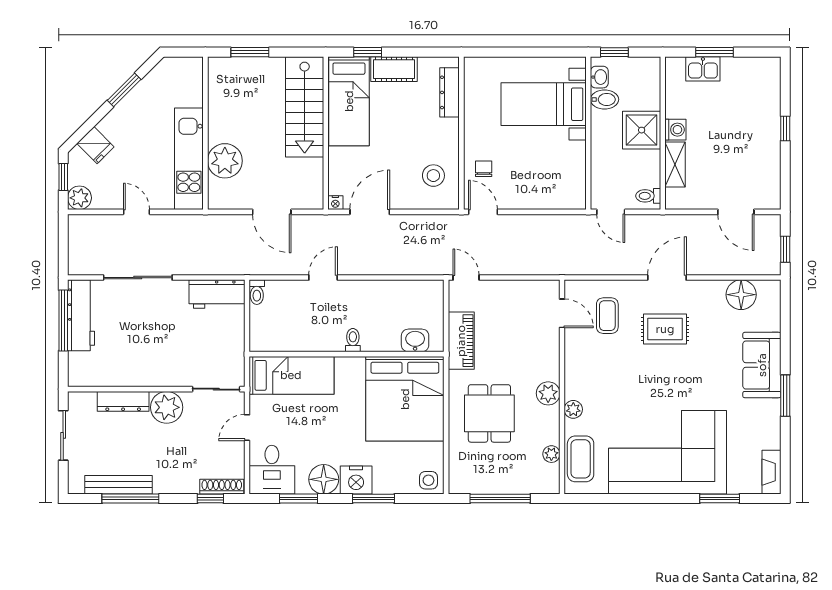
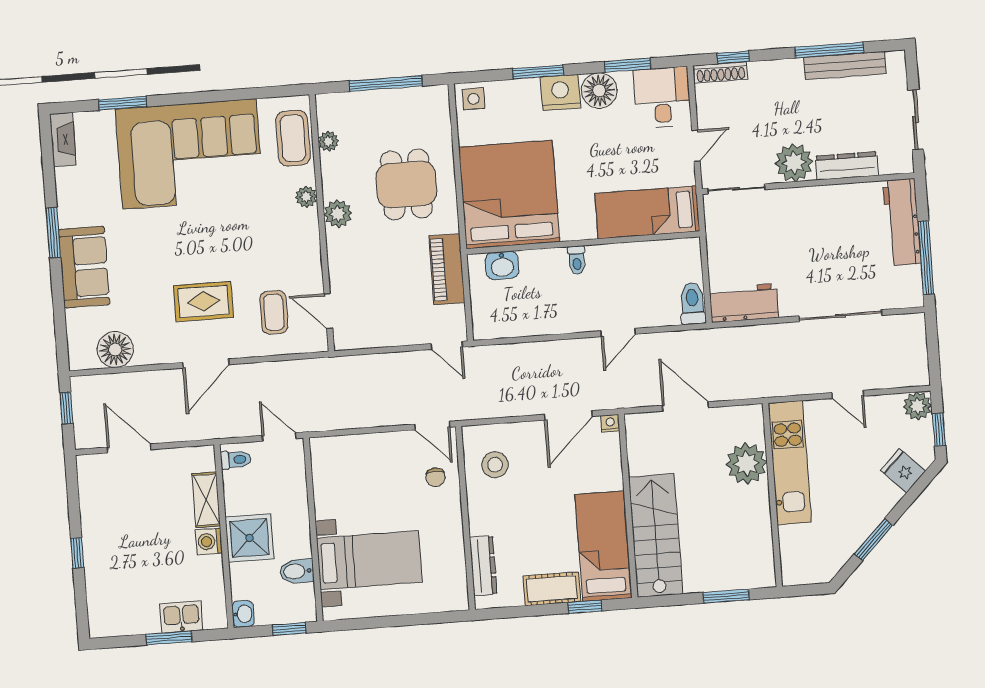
washbasin: (599, 77) -> (243, 614), moved, turned 180
toilet: (257, 292) -> (692, 303), width x1.37, depth x1.39
workbench: (81, 315) -> (902, 222), moved

